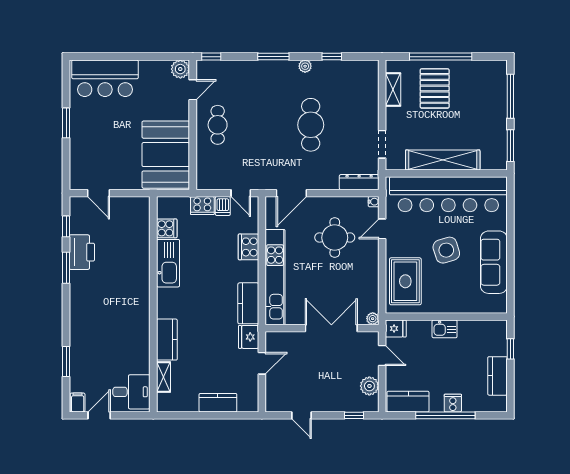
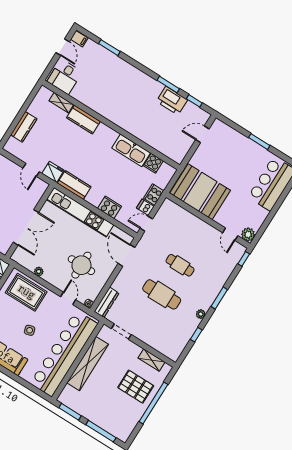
cafe table: (218, 125) -> (180, 265), moved
side table: (446, 250) -> (30, 330), width x0.54, depth x0.54
plant: (373, 319) -> (39, 272), moved

